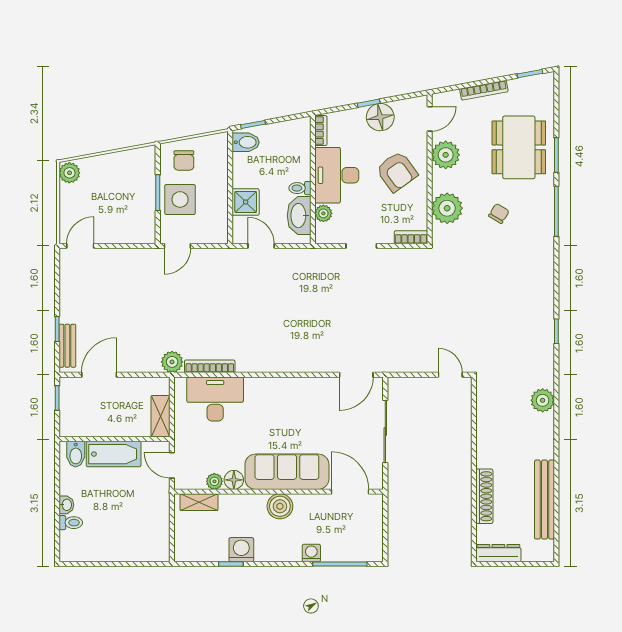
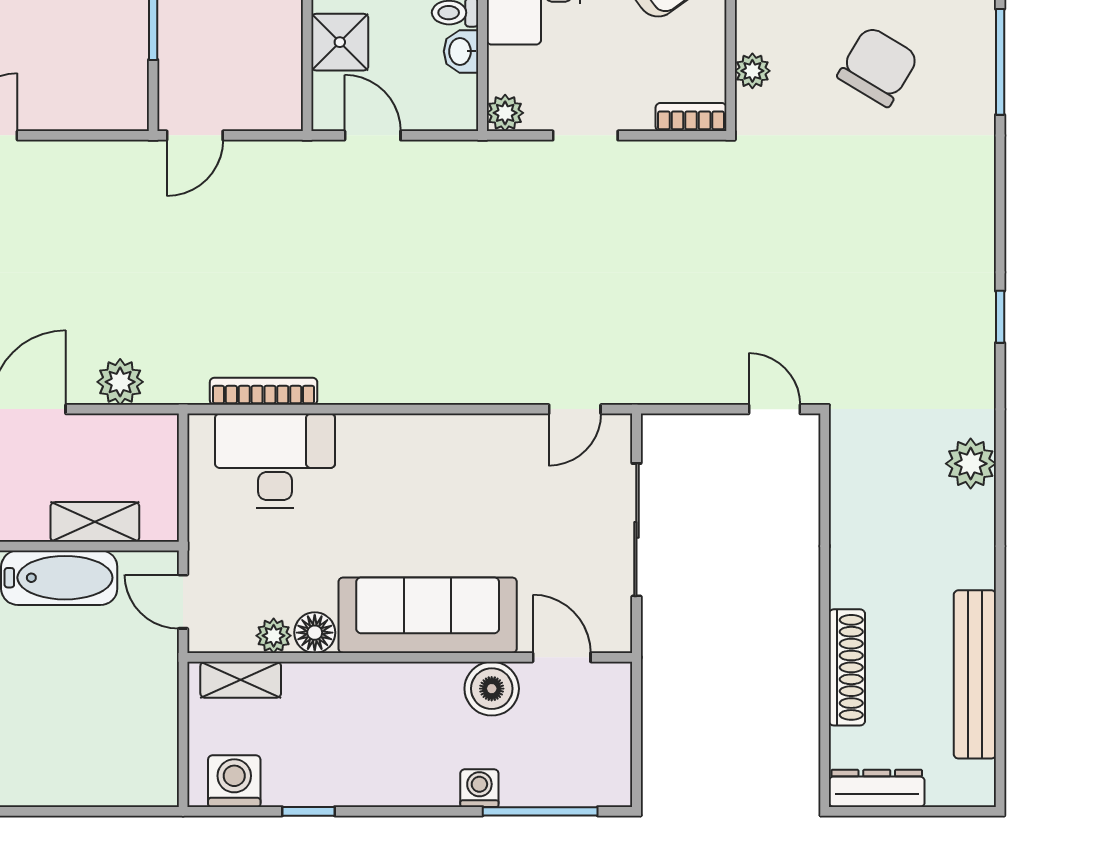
side table: (180, 199) -> (200, 37), removed
plant: (447, 208) -> (752, 71), width x0.53, depth x0.53
plant: (323, 213) -> (505, 113), moved
chair: (499, 213) -> (878, 67), width x1.87, depth x1.87
washbasin: (299, 216) -> (461, 51), width x0.52, depth x0.69
plant: (172, 362) -> (120, 382), moved
door: (356, 375) -> (575, 409), width x0.73
shelving: (160, 416) -> (95, 522), moved, turned 90
door: (350, 492) -> (562, 657), width x0.73
boiler: (280, 506) -> (492, 689), moved
washing machine: (241, 550) -> (234, 781), moved

